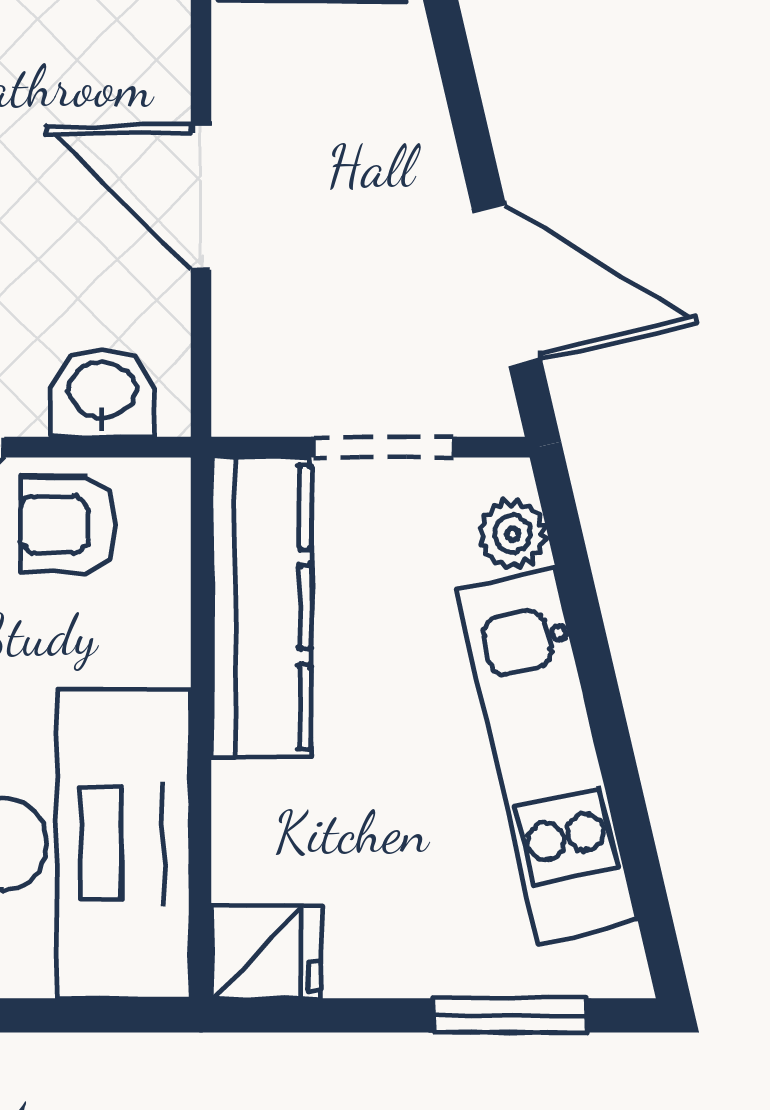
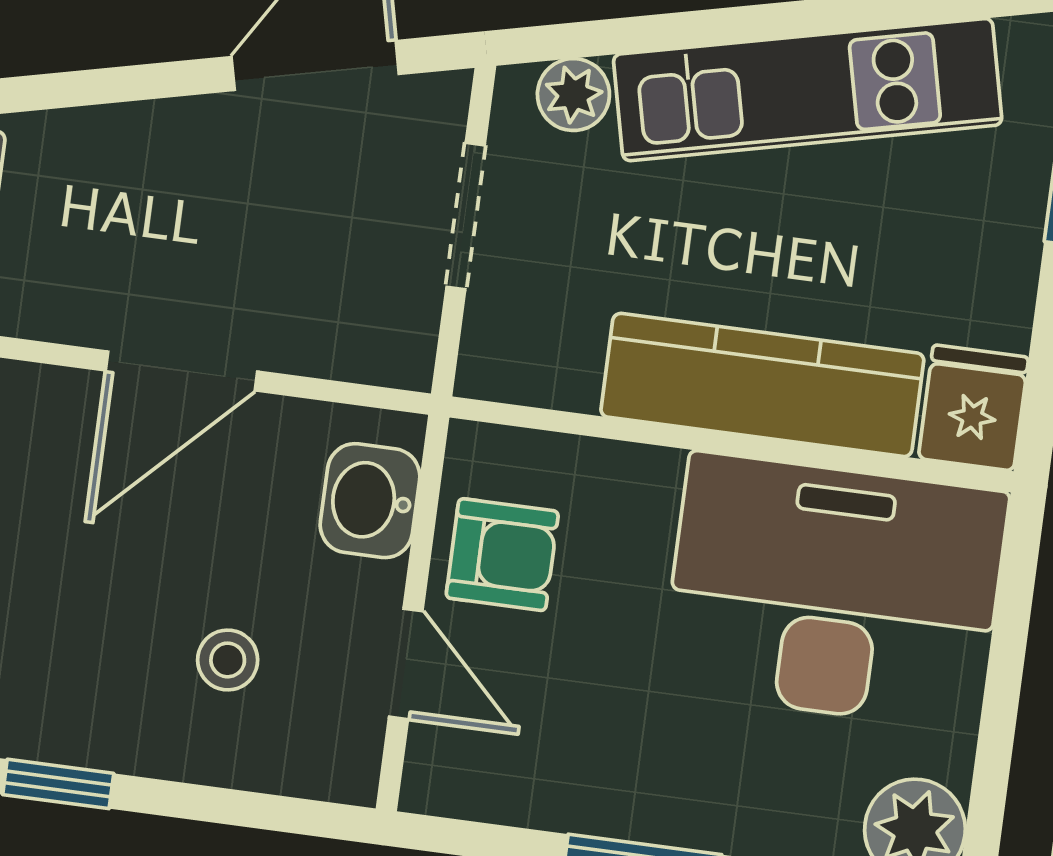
armchair: (68, 525) -> (502, 555), turned -90
kitchen counter: (261, 607) -> (762, 385), moved

